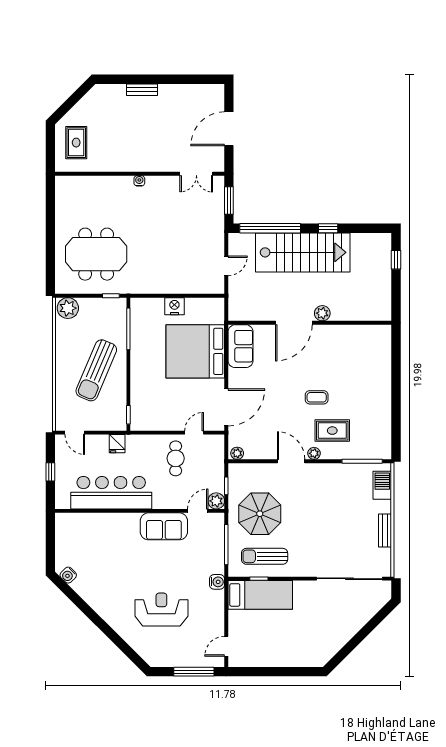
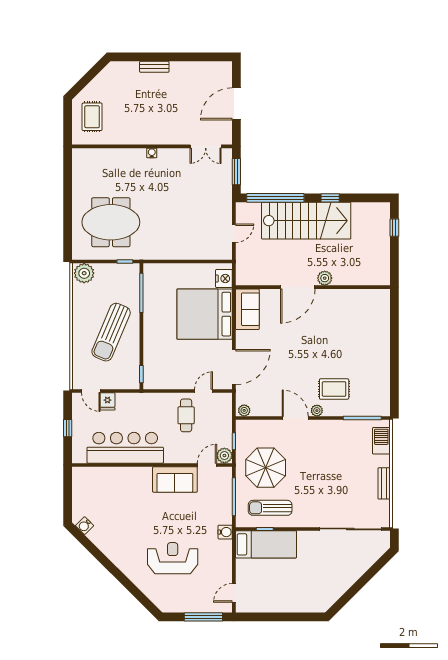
nightstand: (174, 306) -> (224, 279), moved, turned 90
coffee table: (317, 397) -> (319, 358), removed
fridge: (117, 444) -> (107, 401), moved

